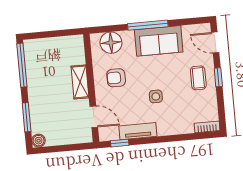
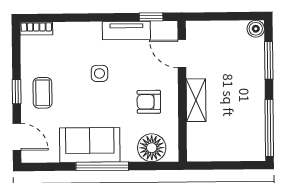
armchair: (116, 78) -> (149, 102), turned 180

